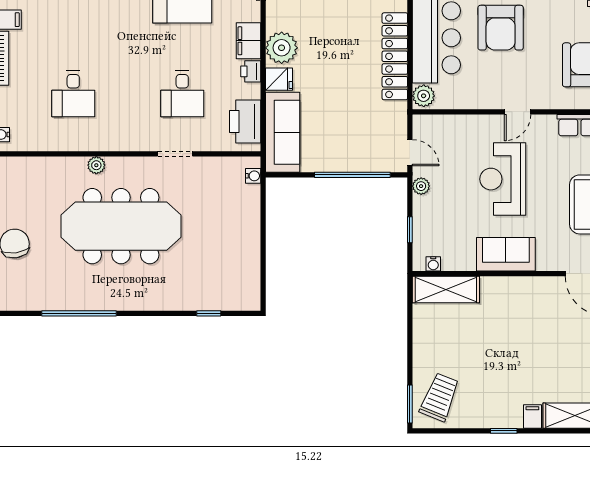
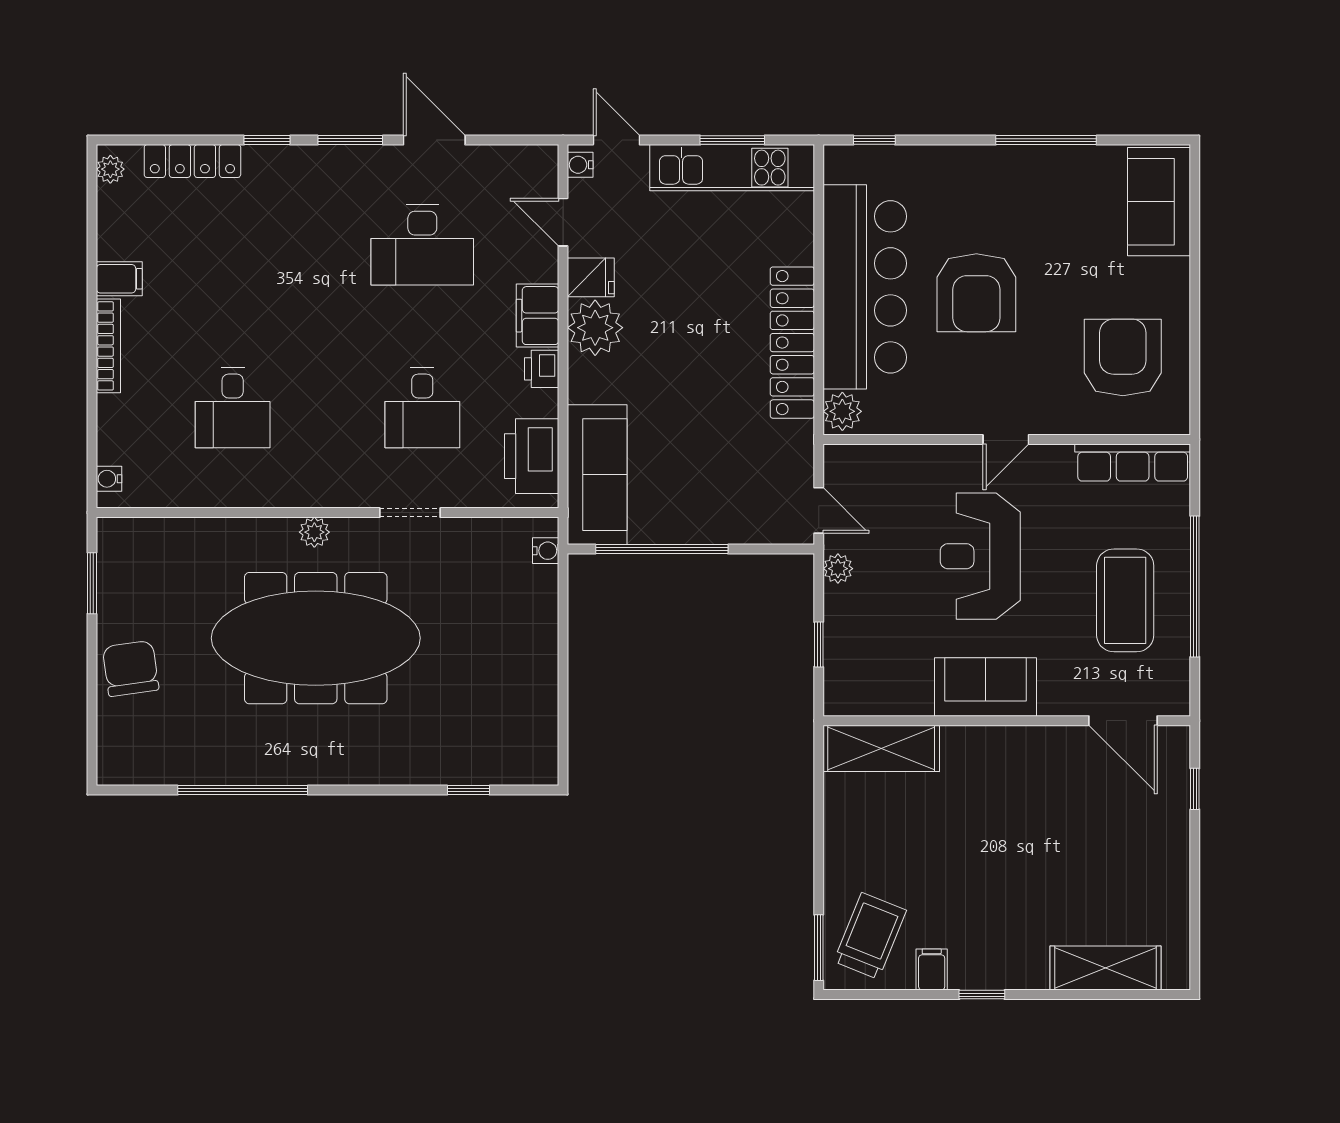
fridge: (279, 79) -> (591, 277), moved
plant: (96, 165) -> (314, 532), moved
window: (352, 175) -> (662, 549), moved
water cooler: (433, 264) -> (859, 704), removed
filing cabinet: (532, 417) -> (932, 969), moved

